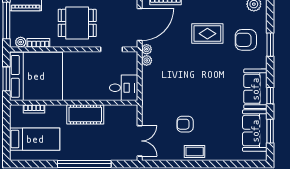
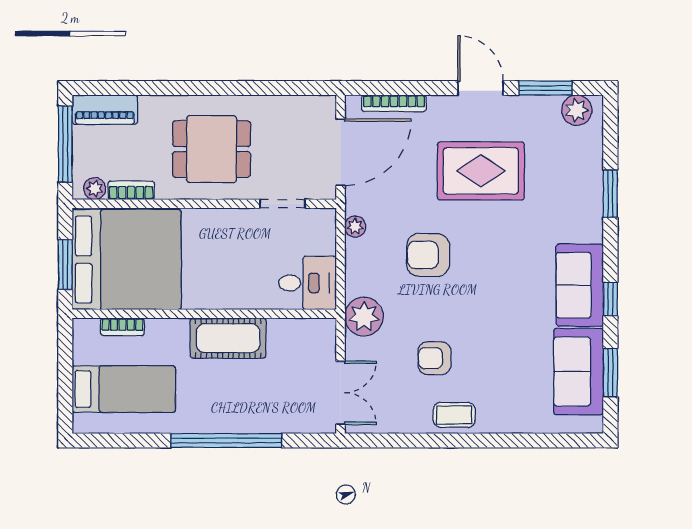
rug: (207, 34) -> (481, 171), width x1.36, depth x1.43
armchair: (246, 40) -> (428, 255), moved
plant: (147, 49) -> (364, 317), moved, width x1.87, depth x1.87

